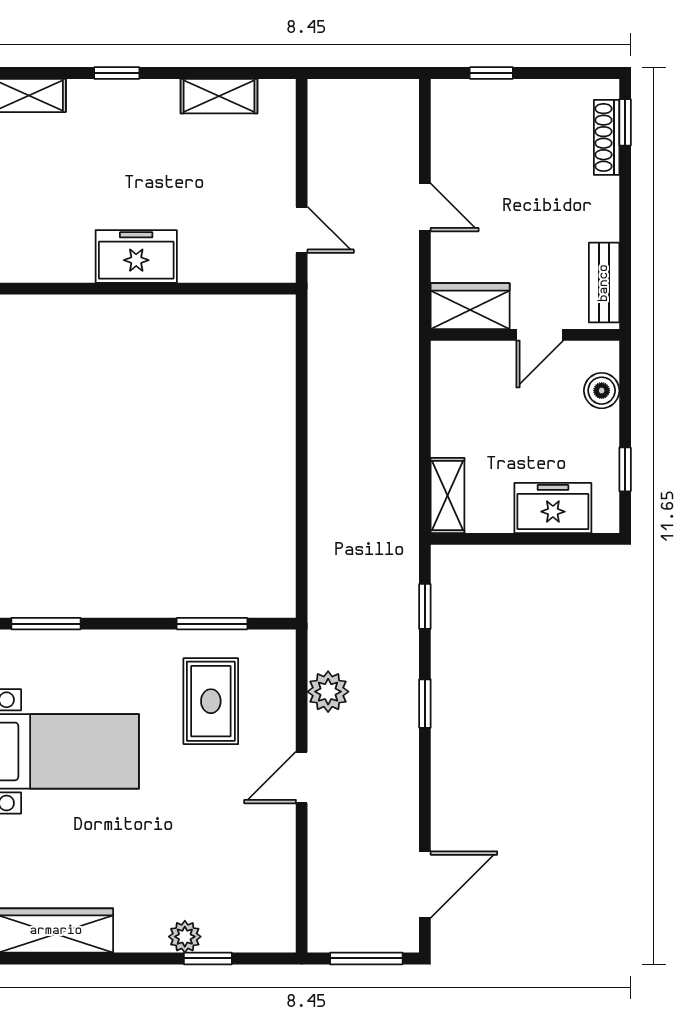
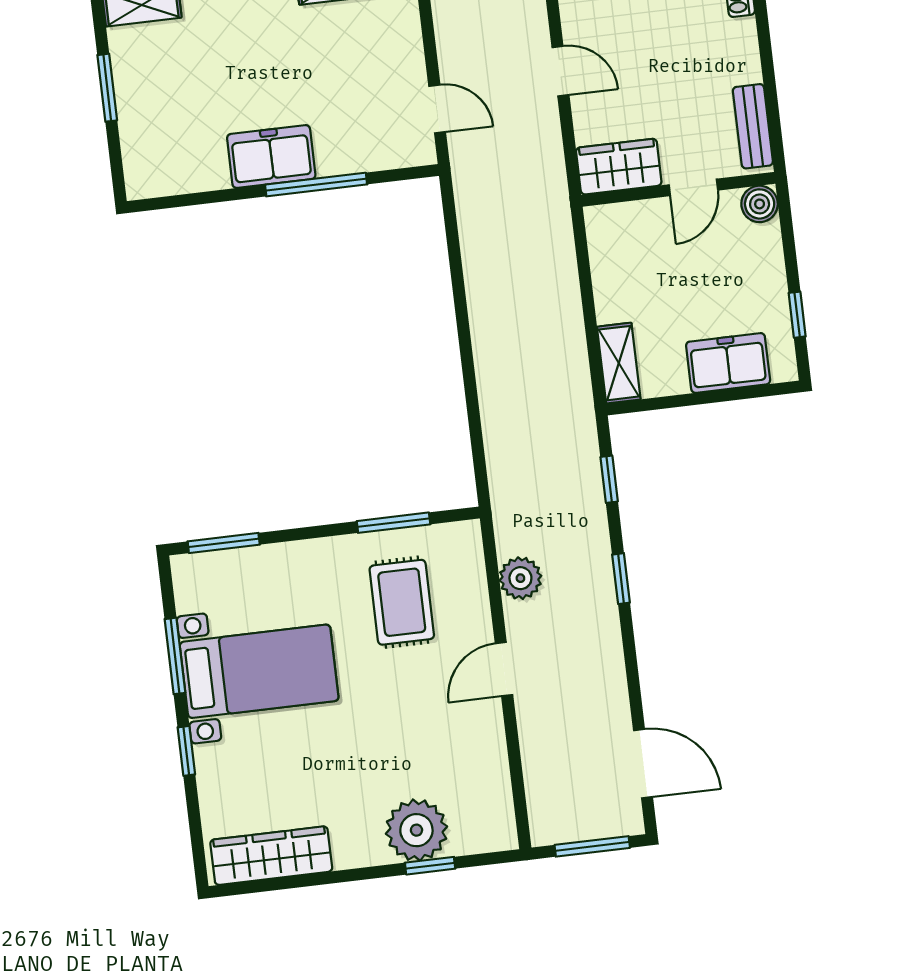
window: (176, 289) -> (316, 185), added
boiler: (602, 391) -> (760, 204), moved
door: (425, 885) -> (643, 764), hinge flipped
plant: (185, 937) -> (416, 830), width x1.88, depth x1.88

